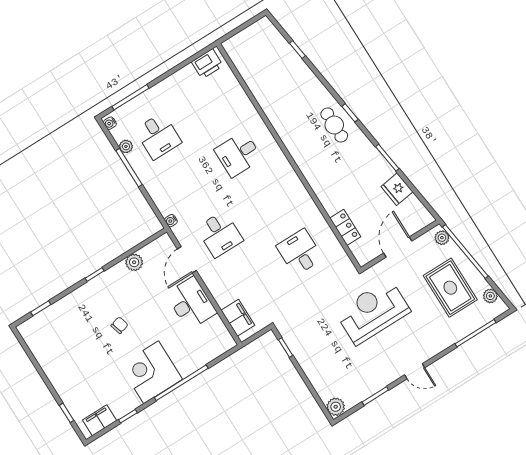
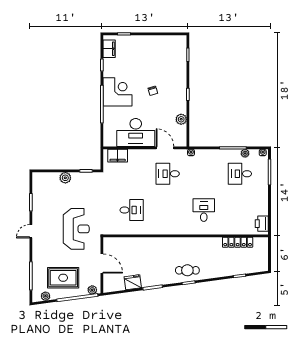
locker: (345, 227) -> (238, 242), moved, width x1.53
desk: (191, 303) -> (136, 133), width x1.36, depth x1.30
plant: (336, 407) -> (65, 178), moved

